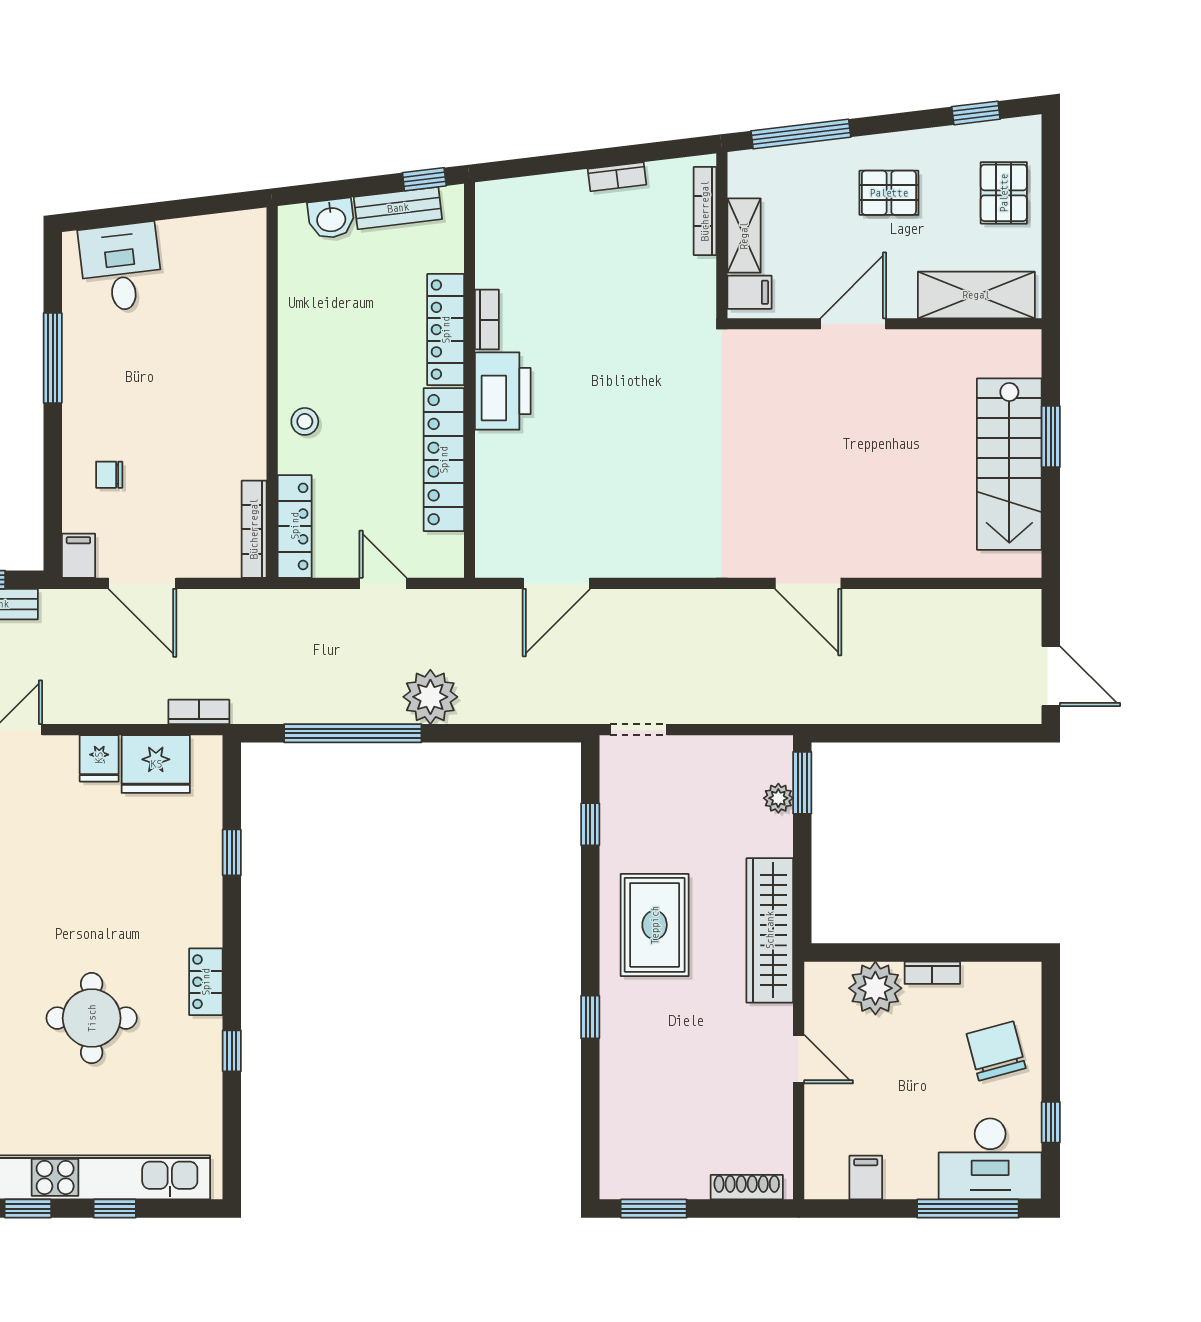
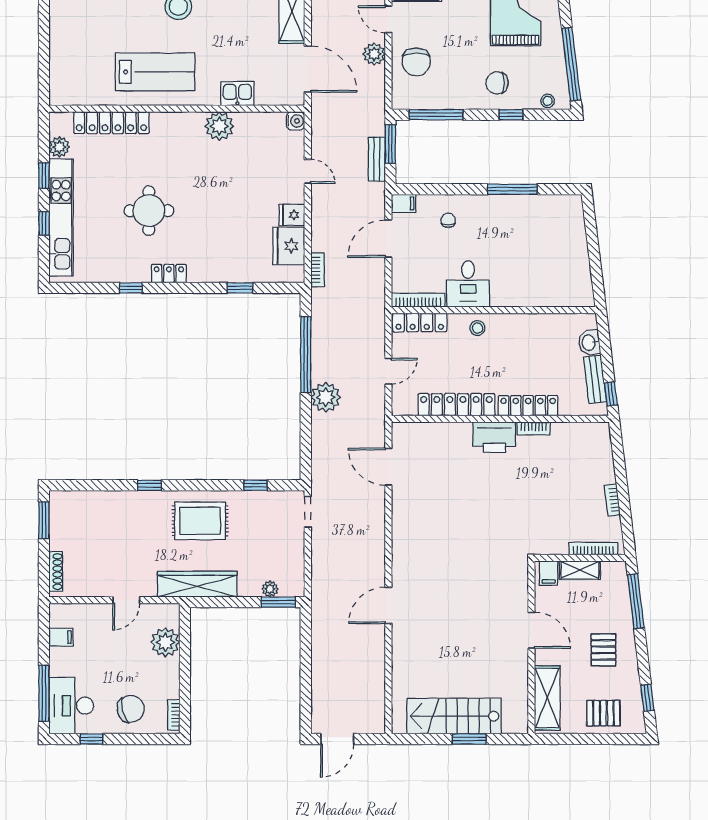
desk: (121, 267) -> (468, 284), moved, turned 97
bookcase: (932, 973) -> (174, 715), moved

